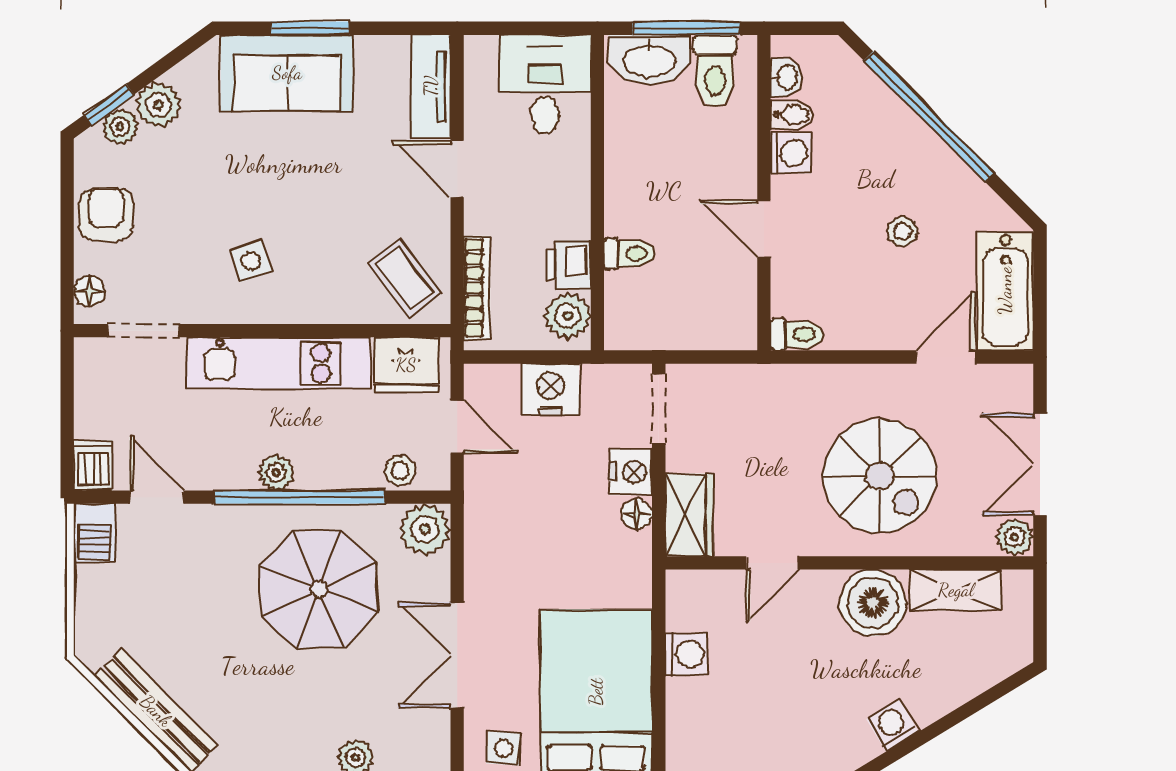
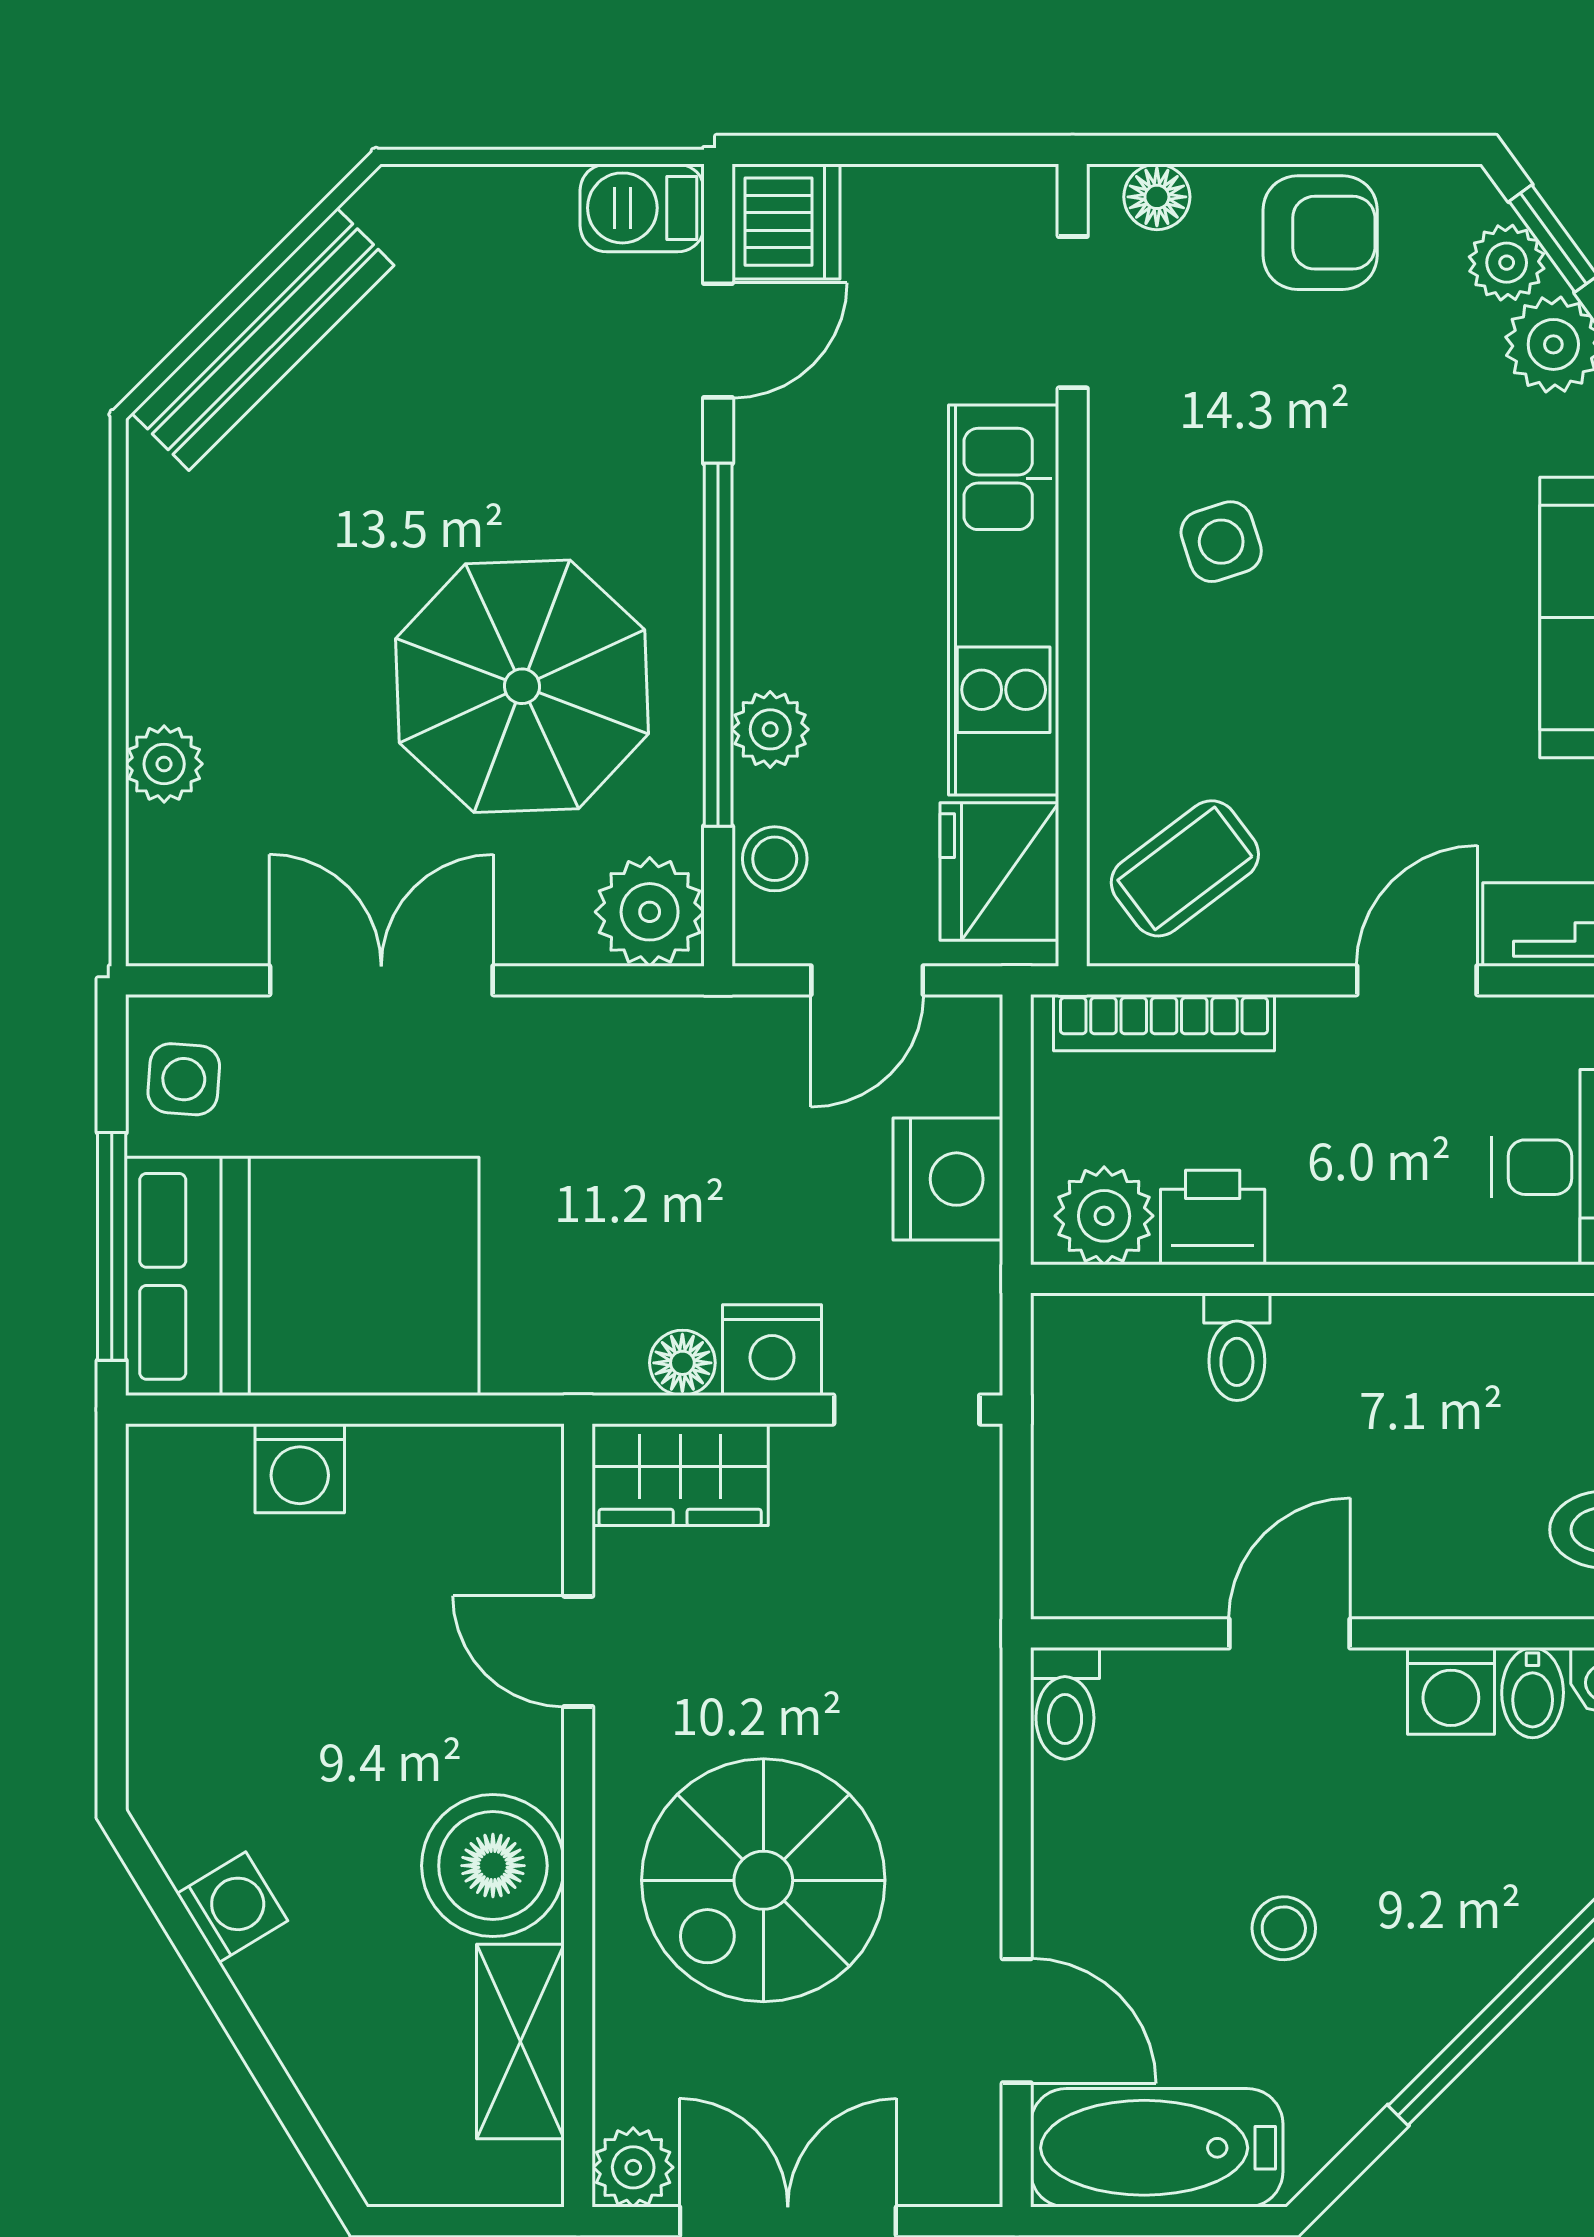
dishwasher: (93, 465) -> (786, 222), width x1.38
plant: (276, 473) -> (770, 729), moved
washing machine: (686, 654) -> (300, 1468), moved

